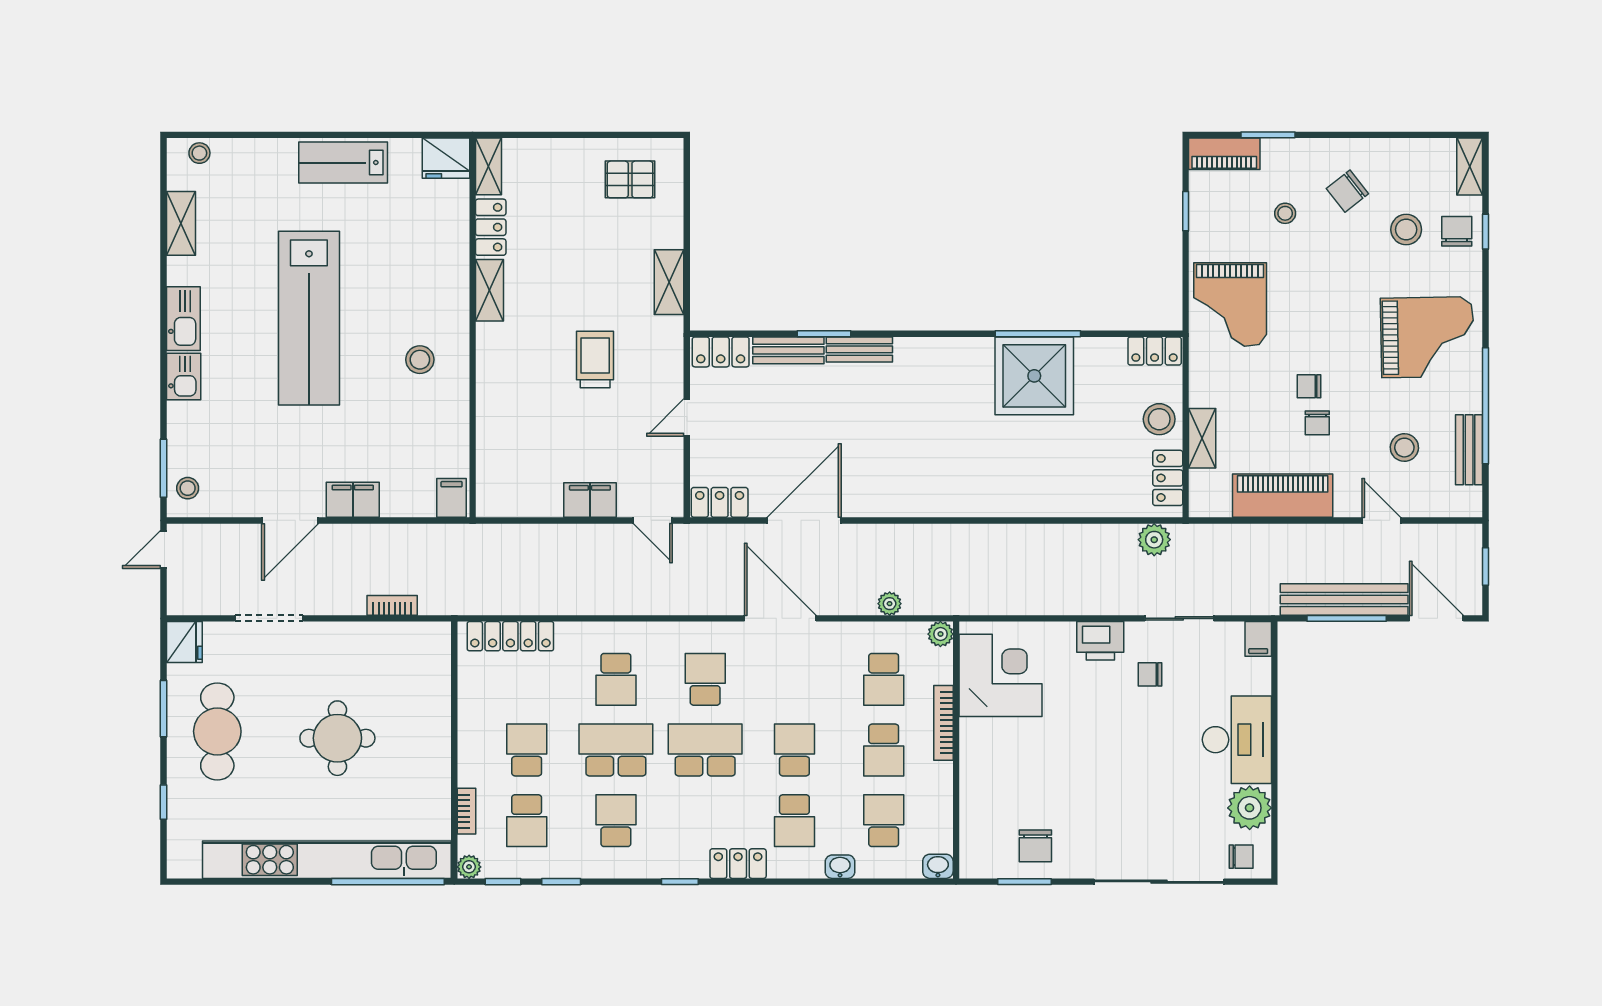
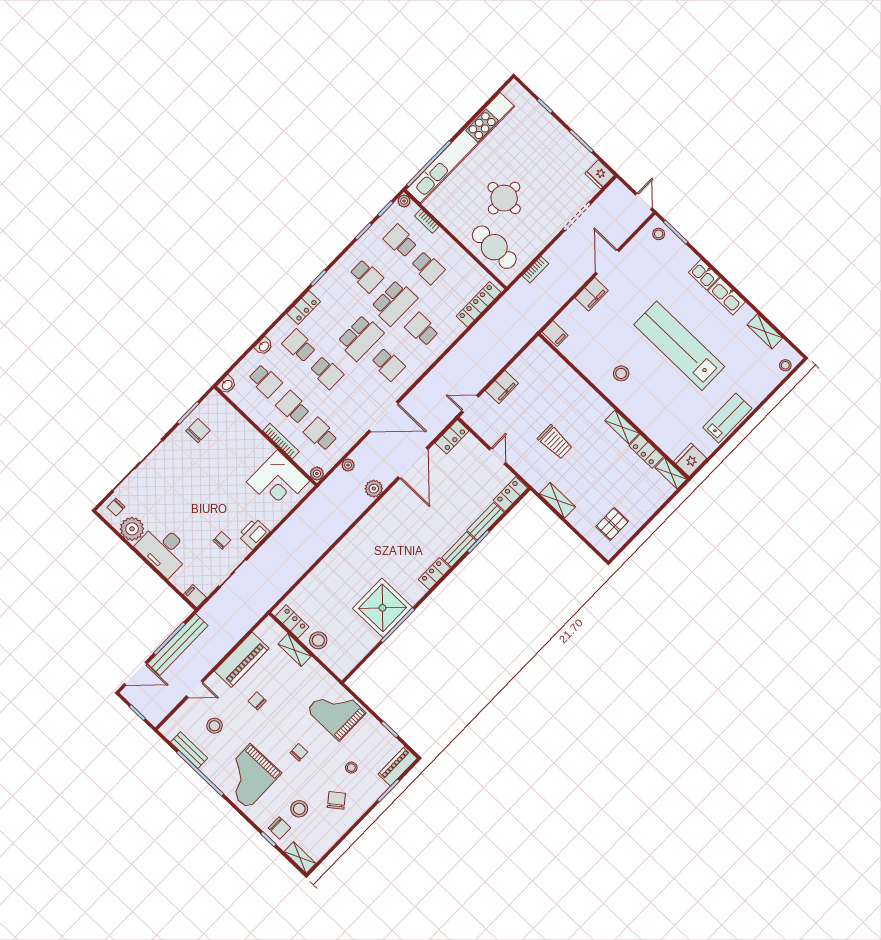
locker: (1155, 351) -> (434, 574), moved
chair: (1309, 386) -> (299, 752), moved
plant: (1154, 540) -> (374, 489), moved
cafe table: (217, 731) -> (494, 247), moved
chair: (1035, 846) -> (198, 431), turned 90

